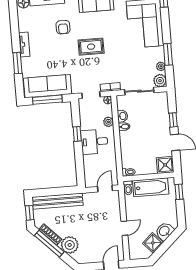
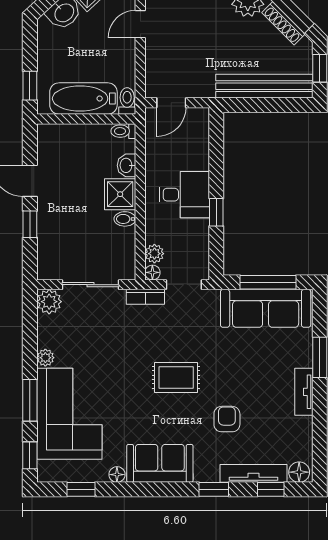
window: (168, 54) -> (30, 400), moved
plant: (161, 66) -> (45, 358), moved
washbasin: (123, 116) -> (126, 165), moved
plant: (108, 122) -> (154, 254), moved
shower: (165, 165) -> (120, 194), moved

